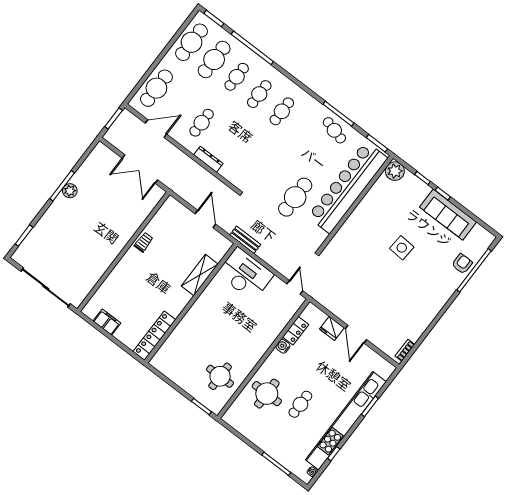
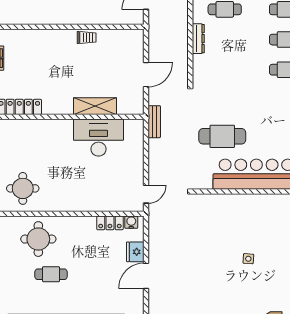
side table: (402, 248) -> (248, 259), width x0.54, depth x0.54
desk: (245, 274) -> (98, 137), moved, turned -90
water cooler: (283, 346) -> (131, 222), moved

